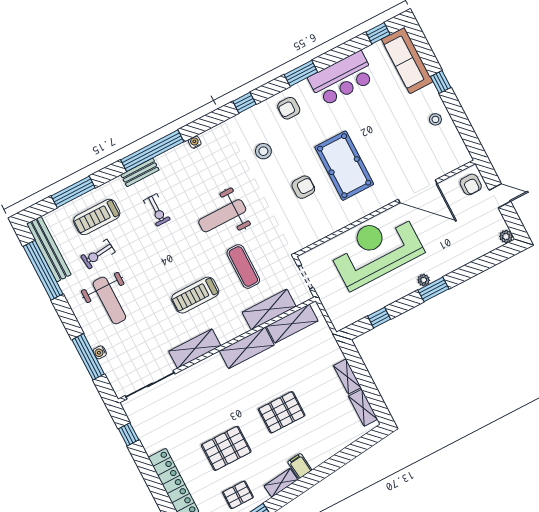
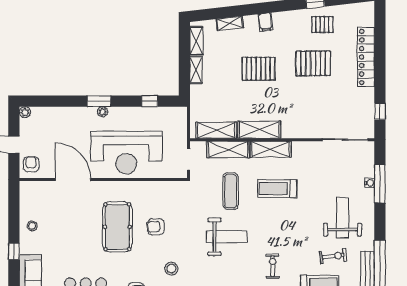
treadmill: (195, 295) -> (277, 189), turned 180
shelving: (195, 349) -> (271, 149), moved
shelving: (281, 483) -> (230, 23), moved

